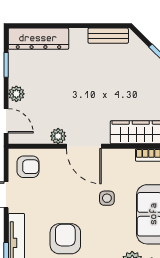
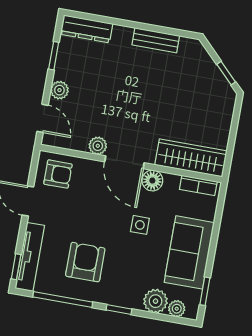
bench: (108, 36) -> (156, 40), moved
dresser: (38, 39) -> (87, 29), width x0.73, depth x0.80
floor lamp: (111, 158) -> (152, 181), added

